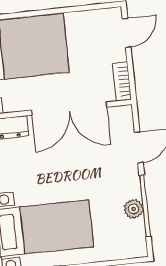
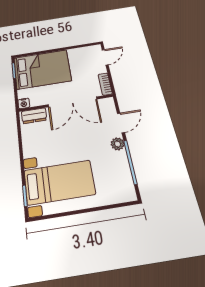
plant: (133, 209) -> (118, 144), moved

